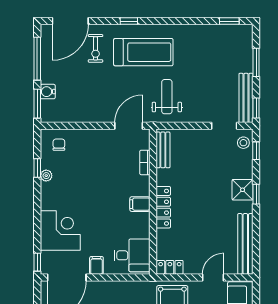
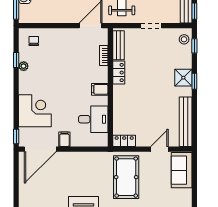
doorway: (224, 126) -> (151, 26), moved
locker: (163, 207) -> (119, 73), moved, width x0.66
desk: (132, 255) -> (93, 119), moved

